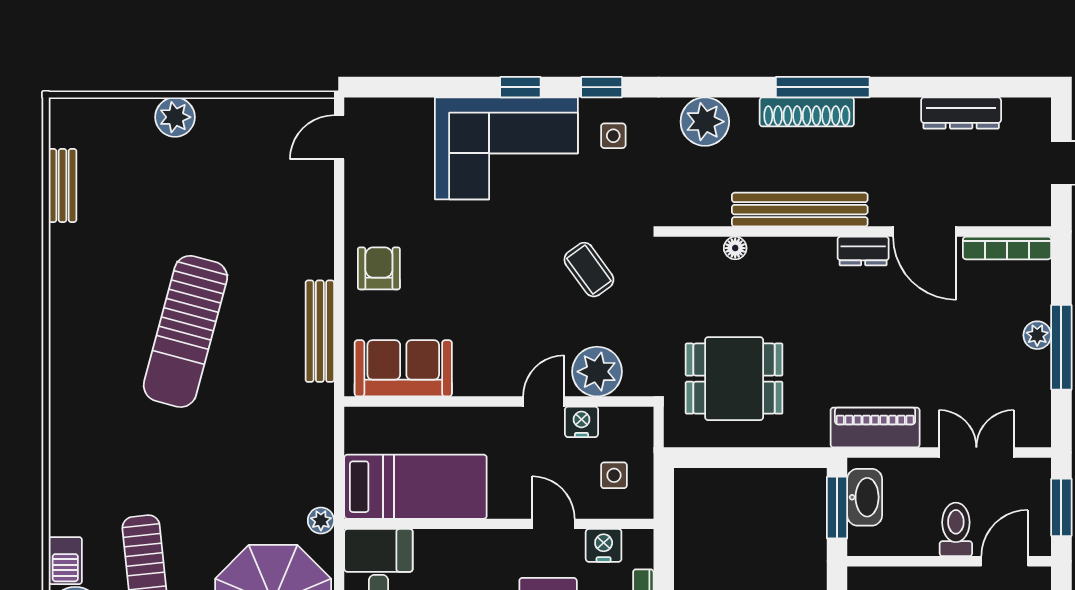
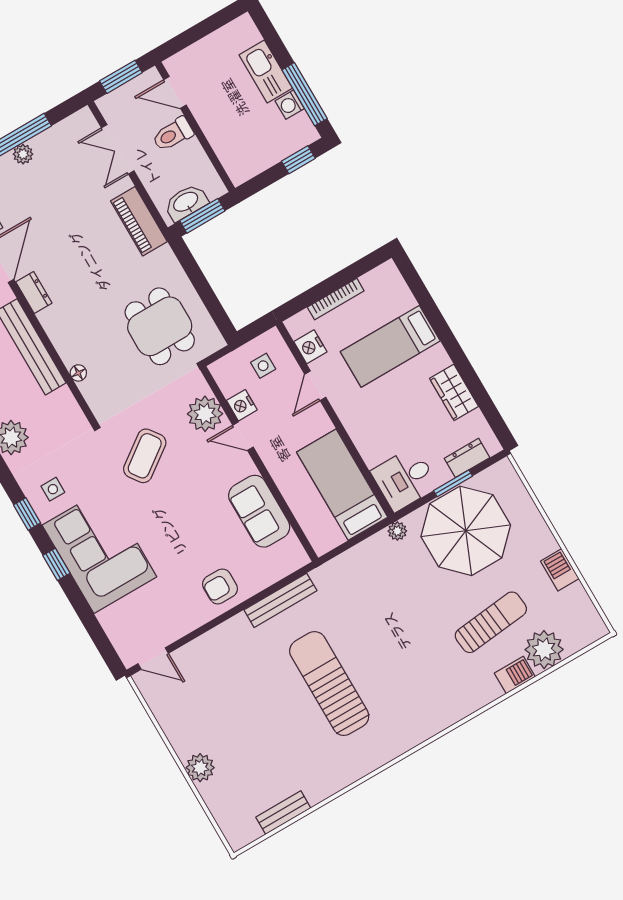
coffee table: (589, 270) -> (145, 456), width x1.36, depth x1.30
sun lounger: (185, 331) -> (329, 684), turned -105
sofa: (403, 368) -> (259, 511), moved

